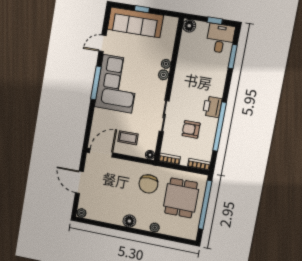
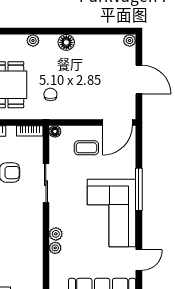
window: (96, 83) -> (139, 189), moved
chair: (148, 184) -> (50, 94), width x0.54, depth x0.54

